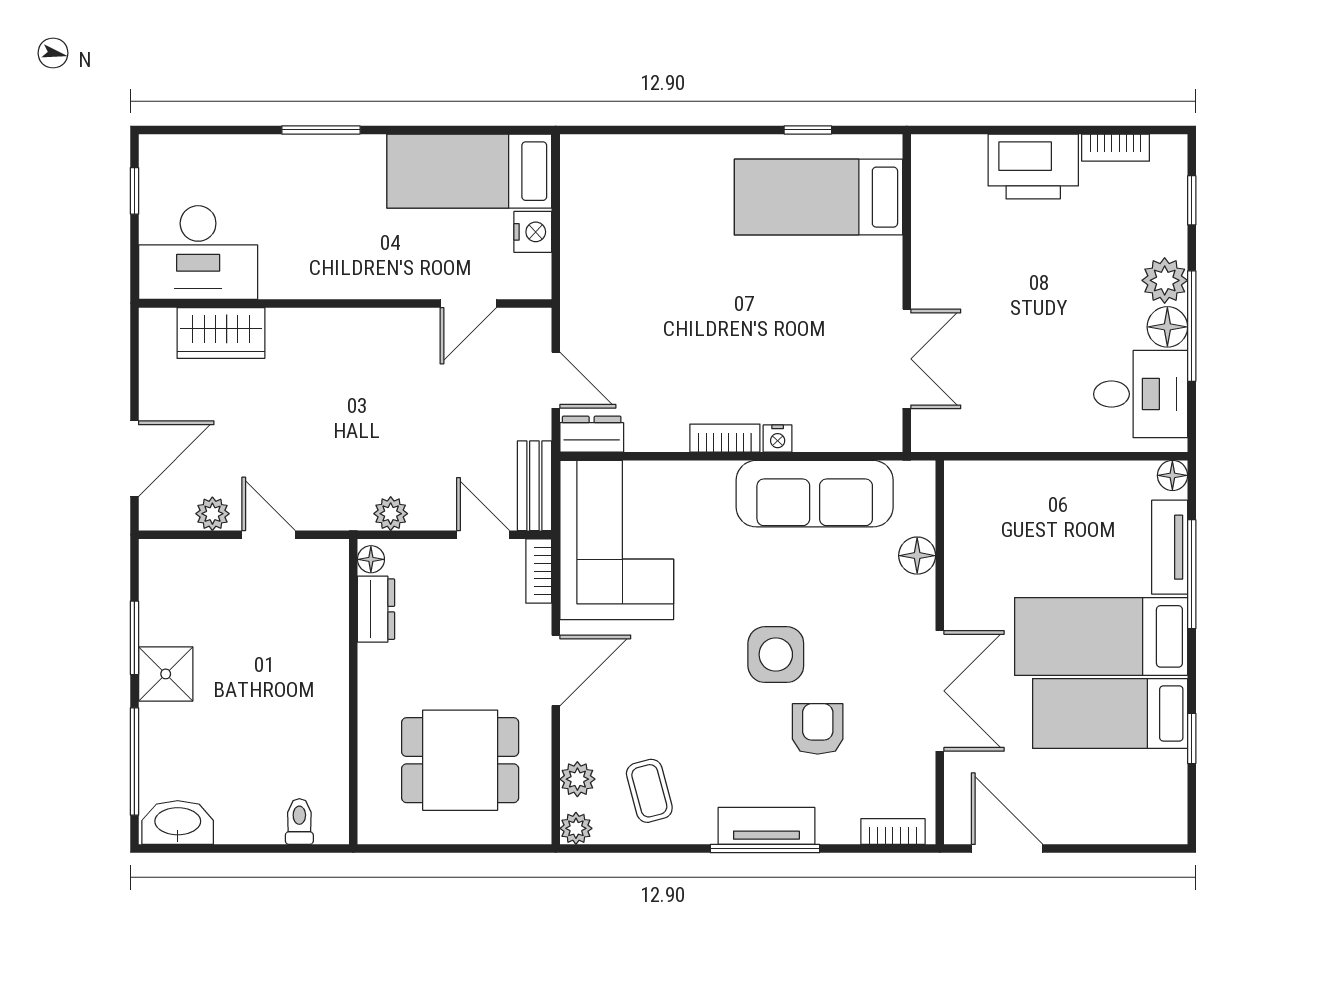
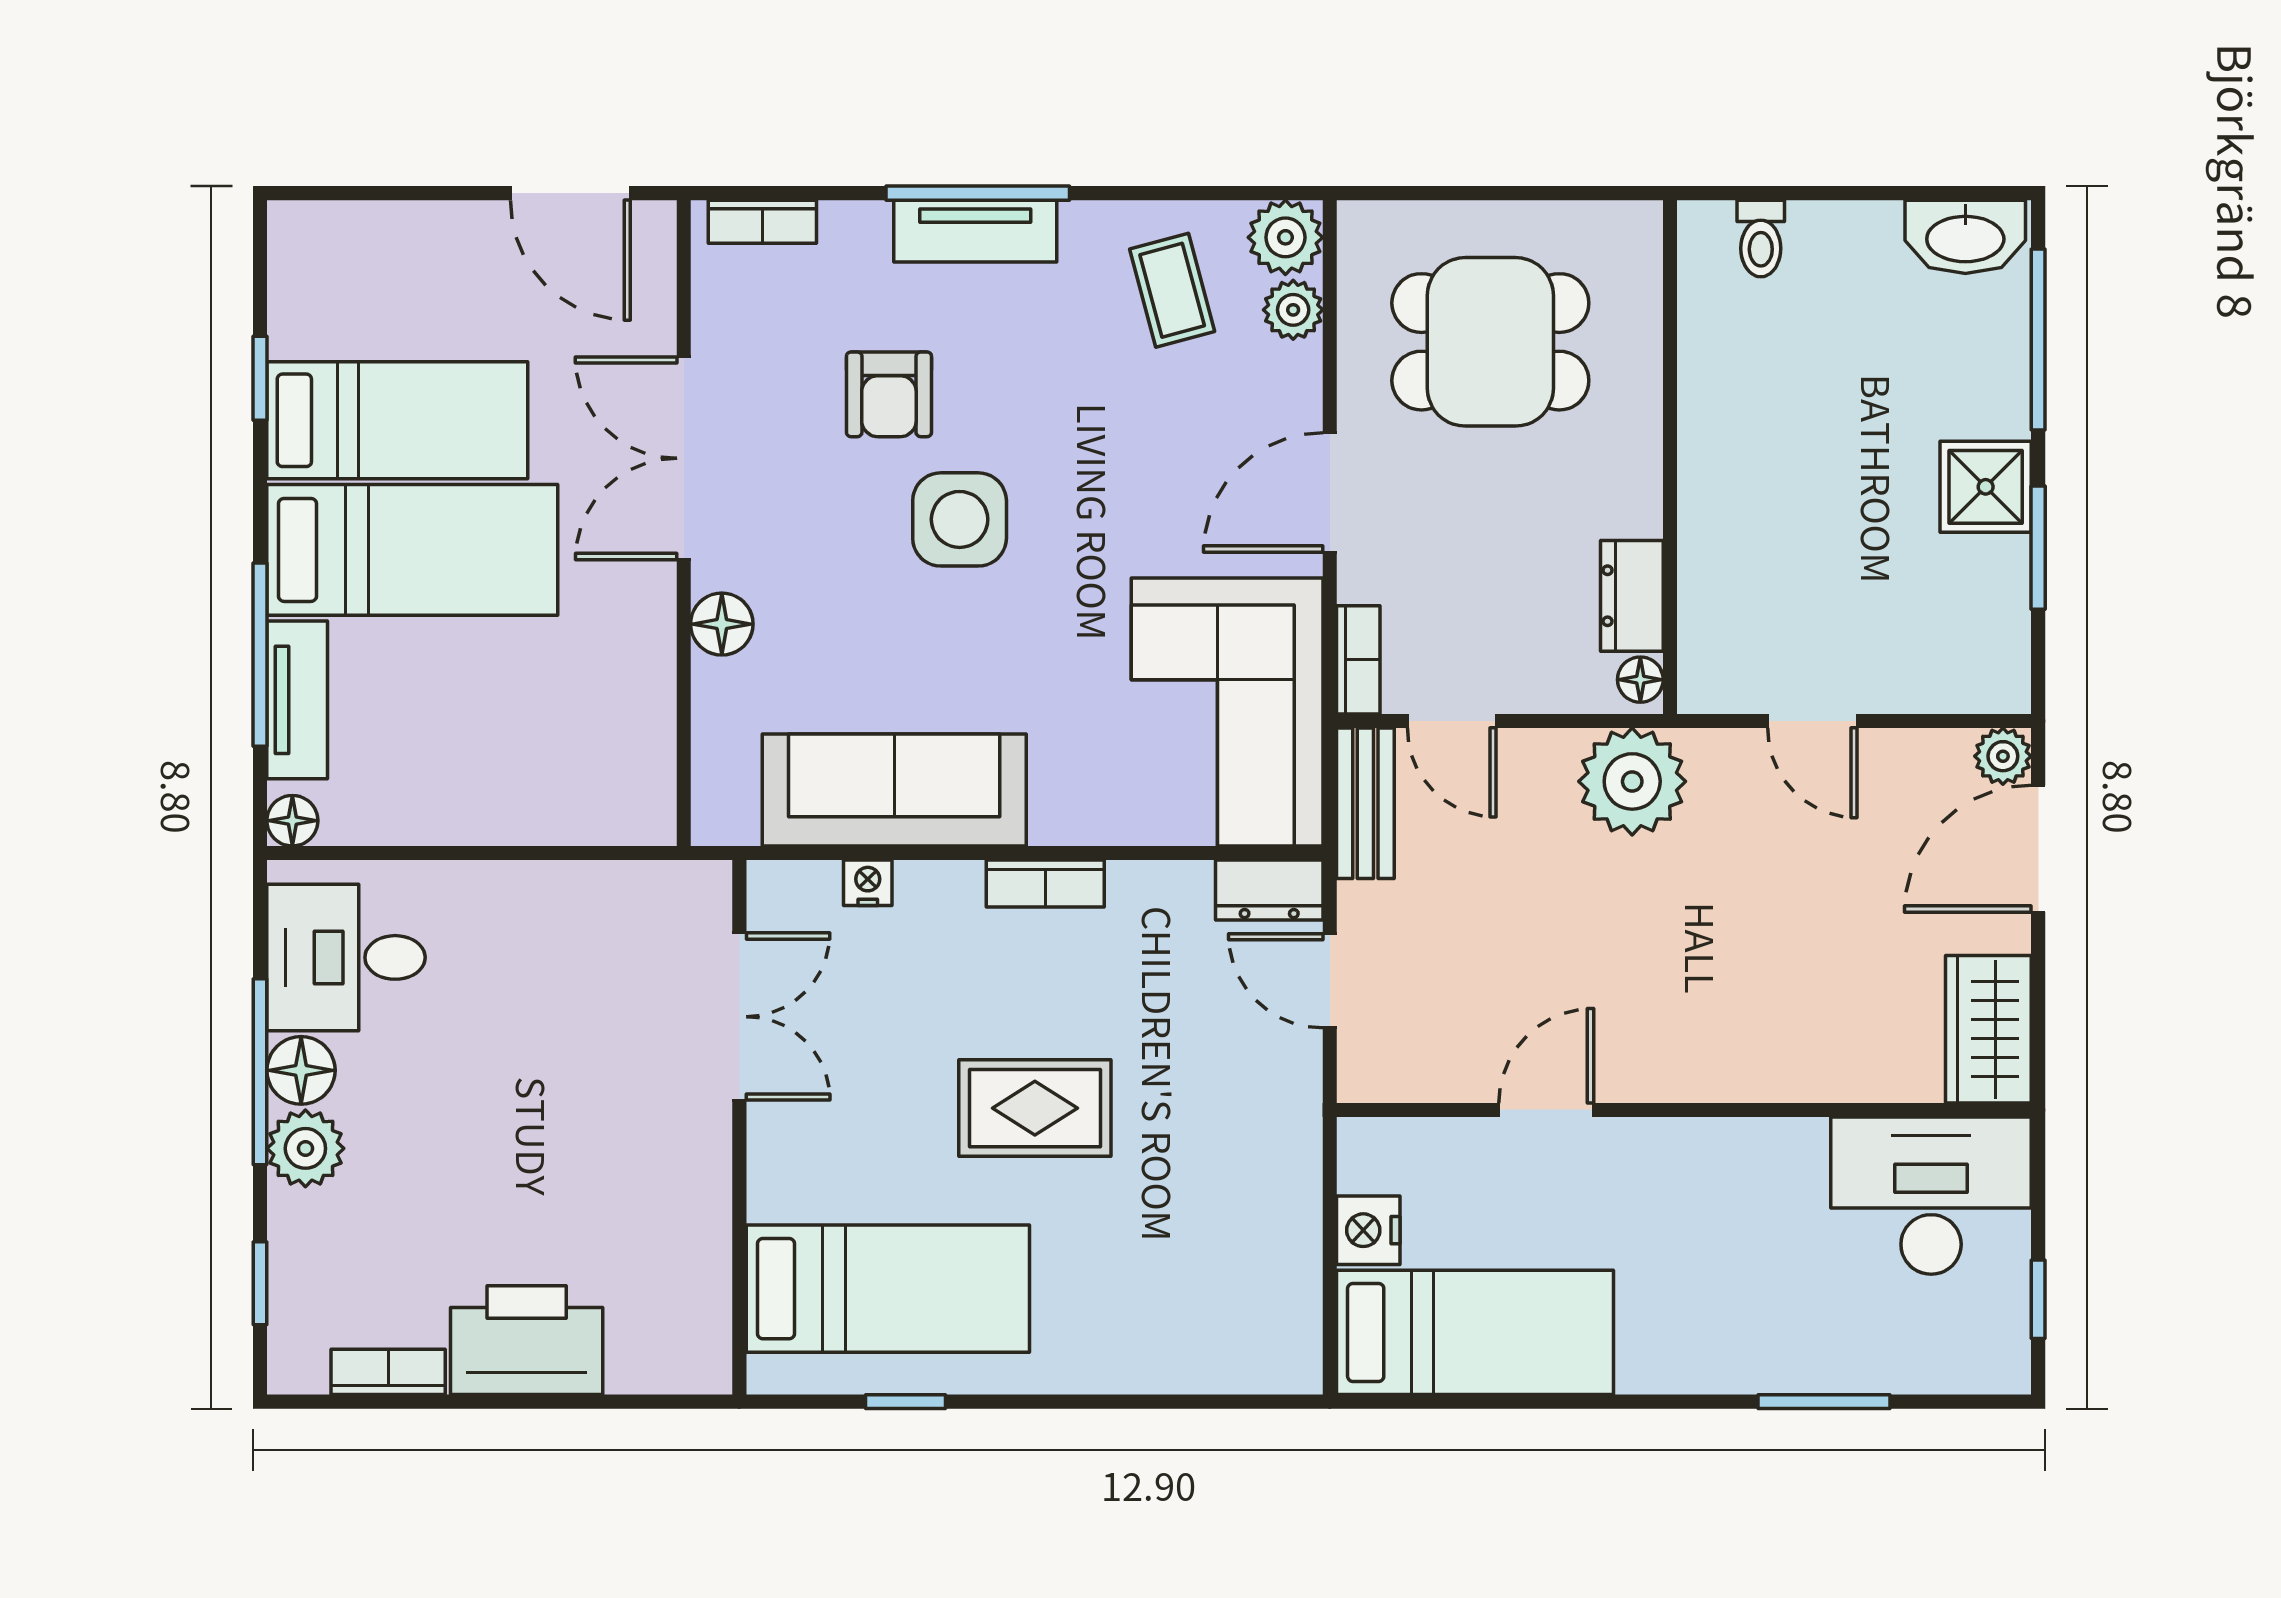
window: (321, 130) -> (1824, 1402), moved
door: (468, 303) -> (1546, 1110), moved
rug: (731, 304) -> (1035, 1108), added
wardrobe: (221, 333) -> (1988, 1029), moved, turned -90
double door: (907, 359) -> (739, 1017), swing flipped
nightstand: (778, 438) -> (868, 883), moved
plant: (212, 514) -> (2003, 756), moved
plant: (391, 514) -> (1632, 781), width x1.87, depth x1.87
floor lamp: (917, 556) -> (722, 624), moved
plant: (576, 828) -> (1285, 237), width x1.38, depth x1.38

